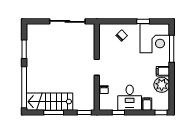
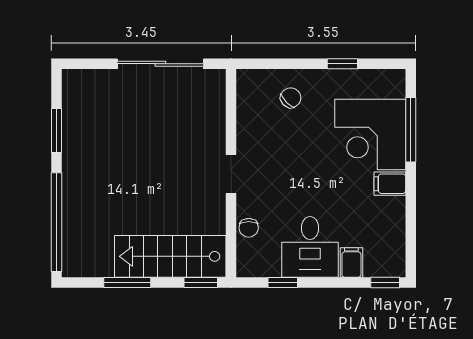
corner desk: (155, 38) -> (370, 135), moved, turned 90
plant: (162, 85) -> (387, 216), removed
stairs: (49, 102) -> (170, 256), moved

